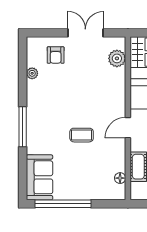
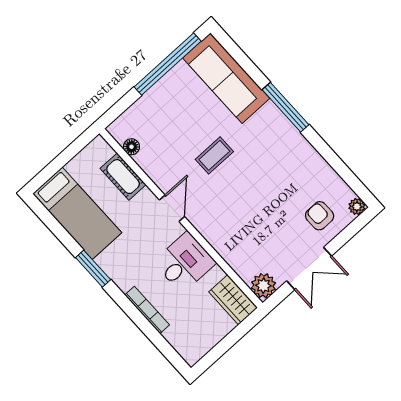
plant: (117, 58) -> (263, 286), moved
plant: (32, 73) -> (357, 207), moved
sofa: (39, 177) -> (226, 78), width x1.36

